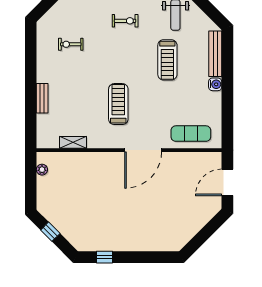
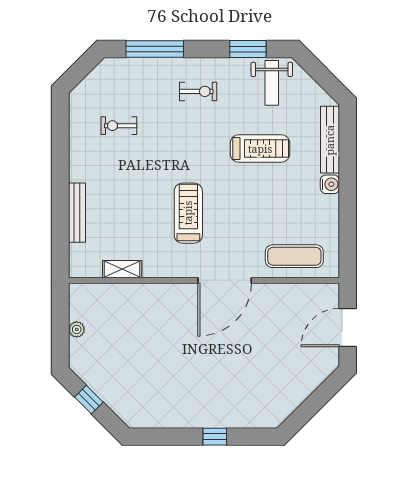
treadmill: (167, 60) -> (260, 149), turned -90
bench: (42, 98) -> (77, 213), width x1.36
plant: (42, 170) -> (77, 329), moved
window: (105, 257) -> (215, 437), moved

